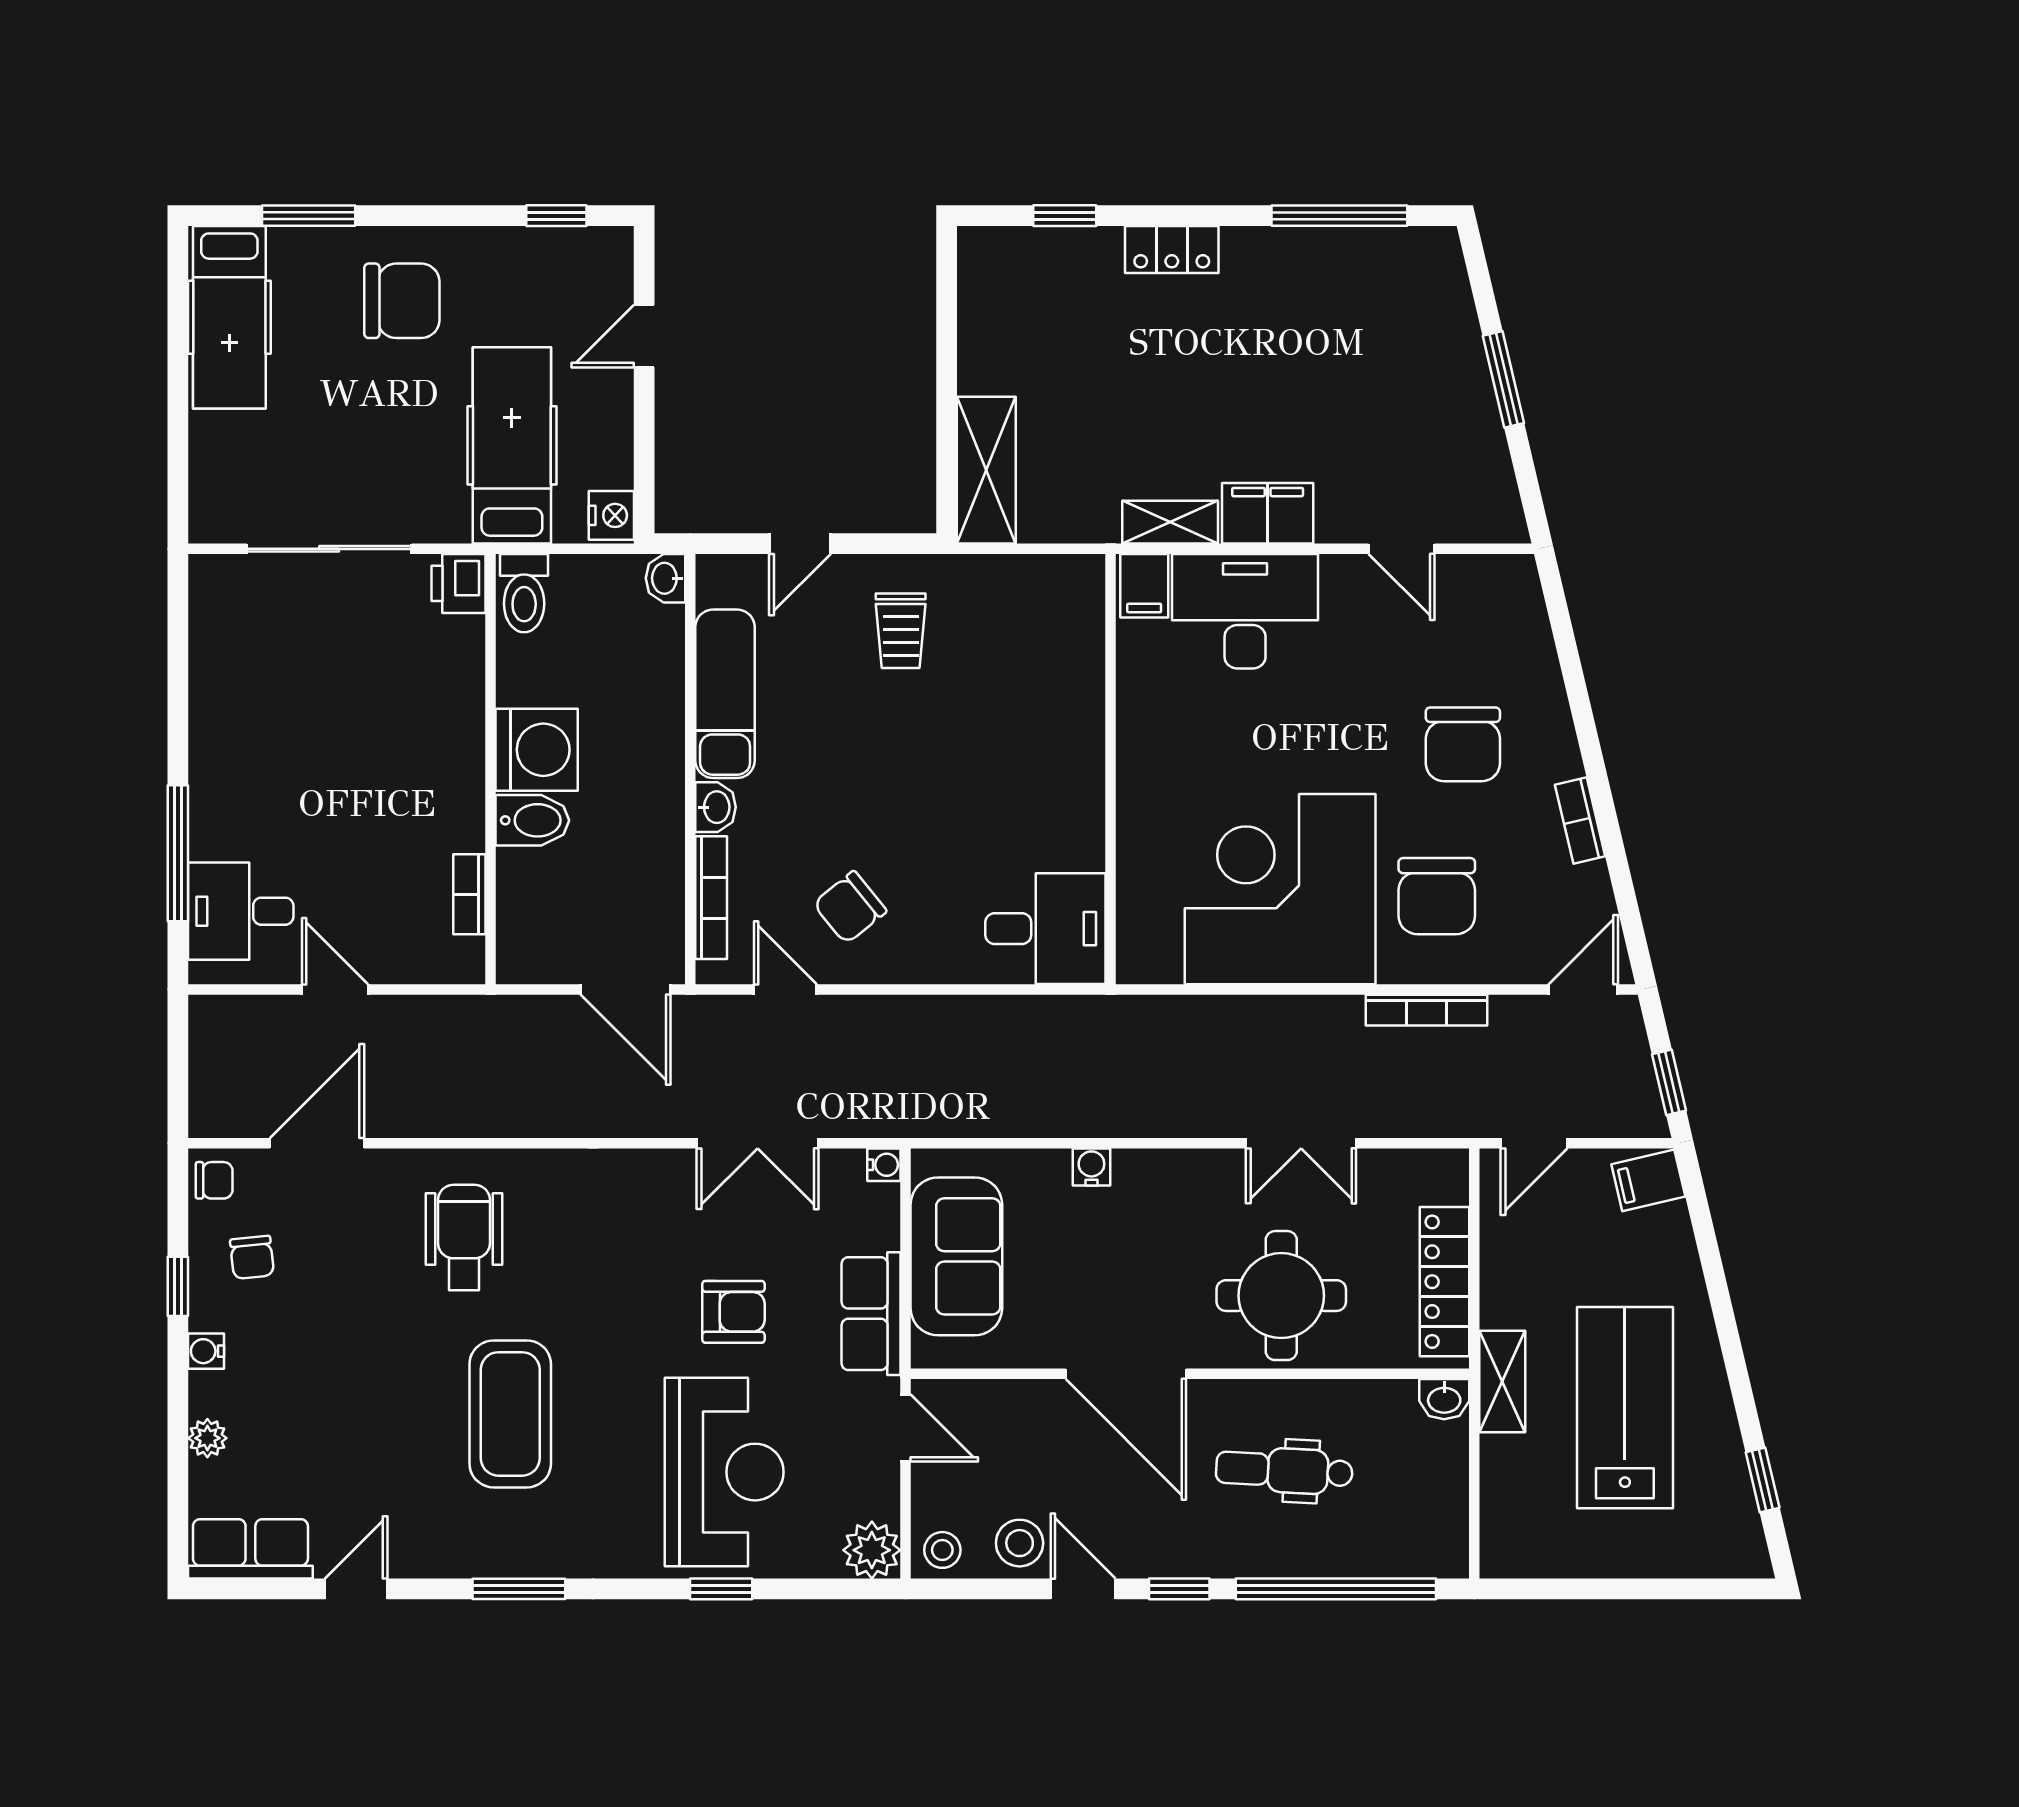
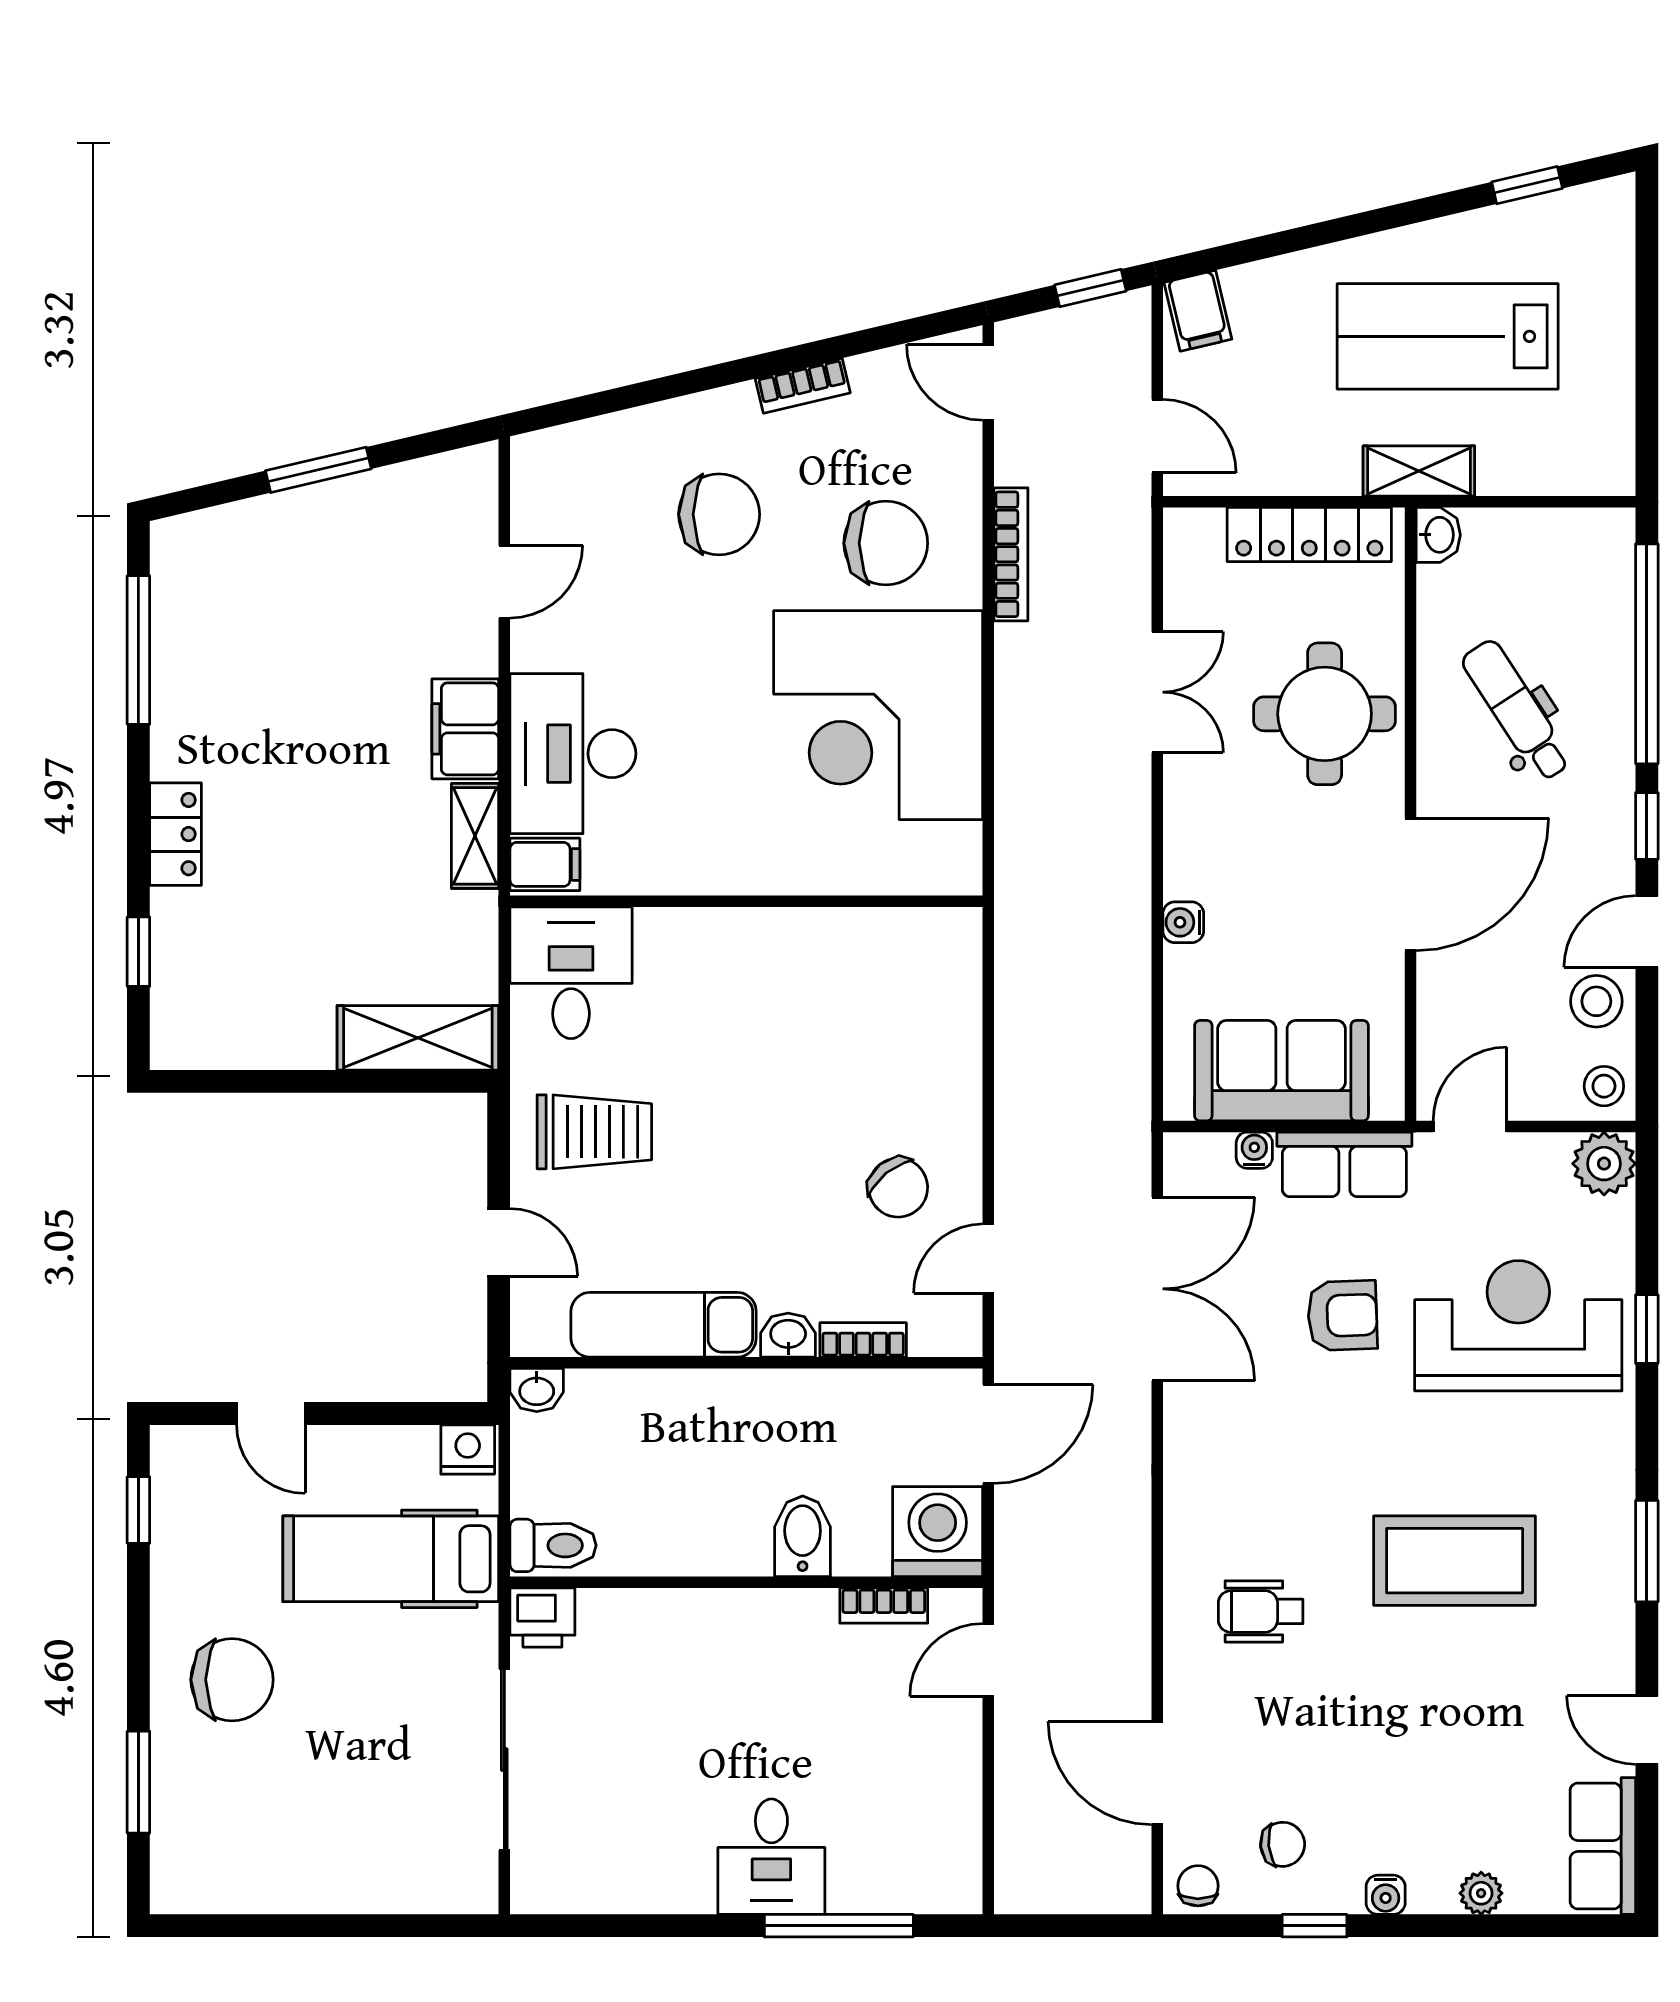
chair: (402, 301) -> (232, 1680), turned 90
hospital bed: (229, 317) -> (250, 1869), removed
trolley: (901, 631) -> (594, 1132), width x1.36, depth x1.39
washing machine: (537, 750) -> (938, 1532), moved
bookcase: (711, 898) -> (863, 1340), width x0.64
desk: (241, 911) -> (771, 1857), moved
desk: (1045, 929) -> (571, 973), moved
door: (335, 989) -> (988, 1660), moved
double door: (758, 1143) -> (1157, 1289), width x1.37
water cooler: (884, 1165) -> (1254, 1150), moved
wheelchair: (464, 1237) -> (1261, 1611), width x0.73, depth x0.73
armchair: (733, 1312) -> (1342, 1315), turned 88
dental chair: (1284, 1470) -> (1517, 711), turned 144

